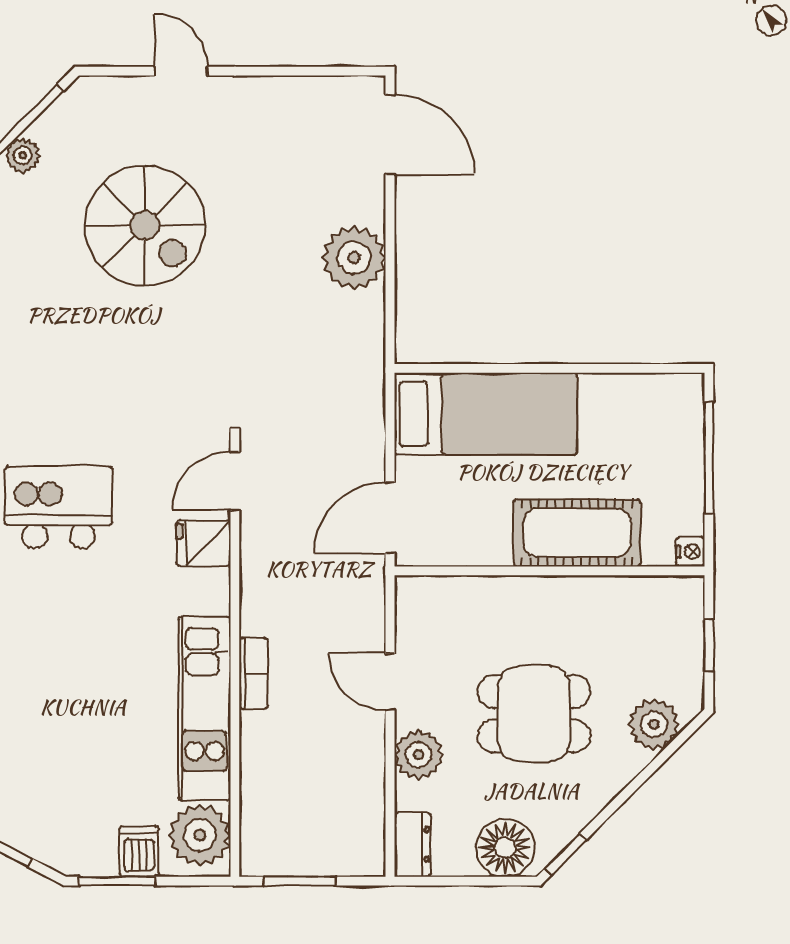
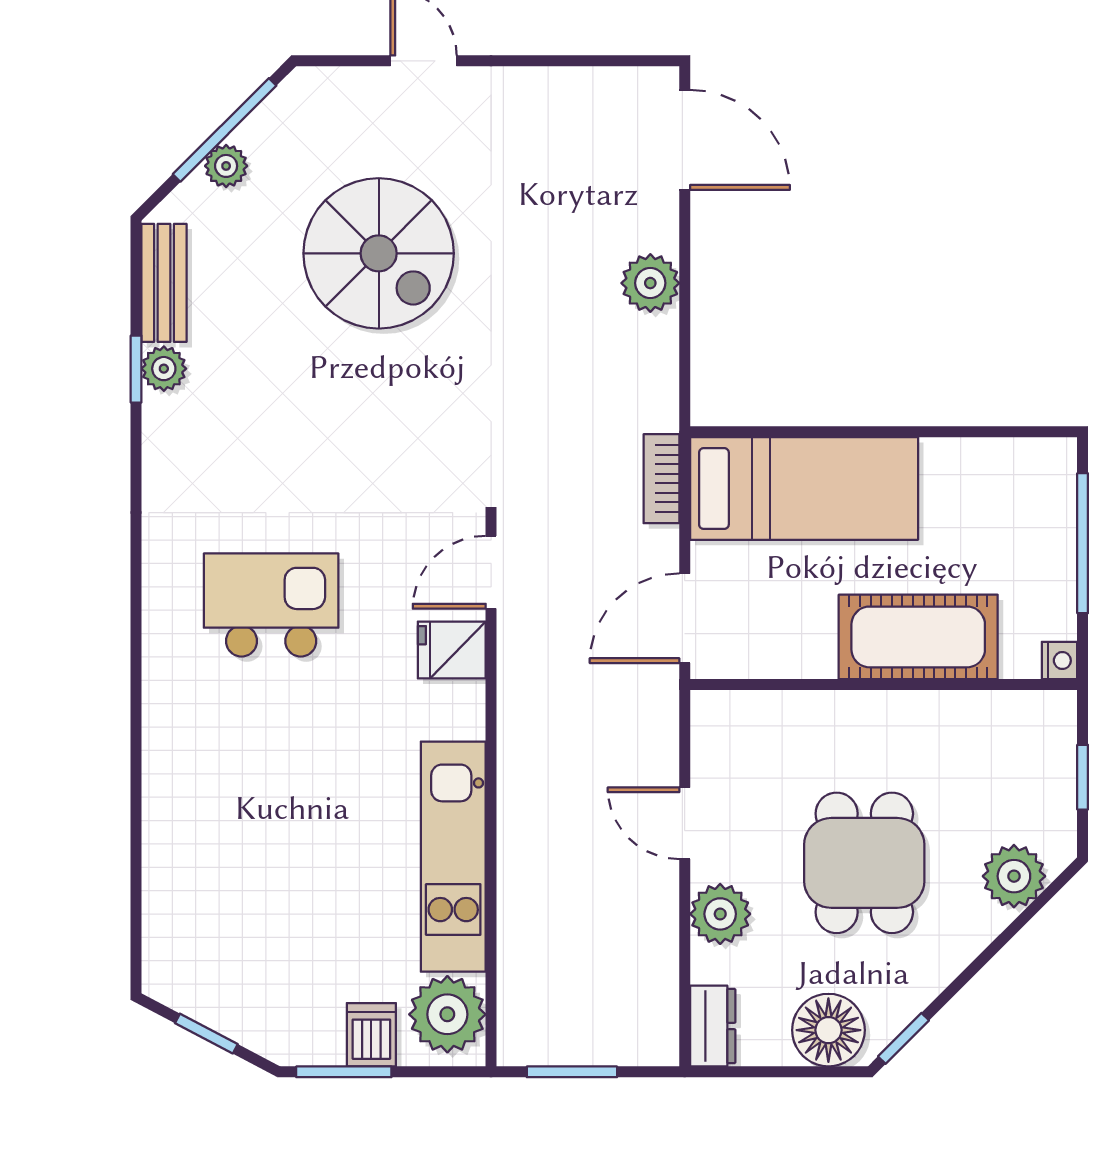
plant: (354, 258) -> (650, 283), width x0.73, depth x0.73
bookcase: (253, 673) -> (661, 479), moved, turned 180
dining table: (534, 714) -> (864, 863), turned 90

